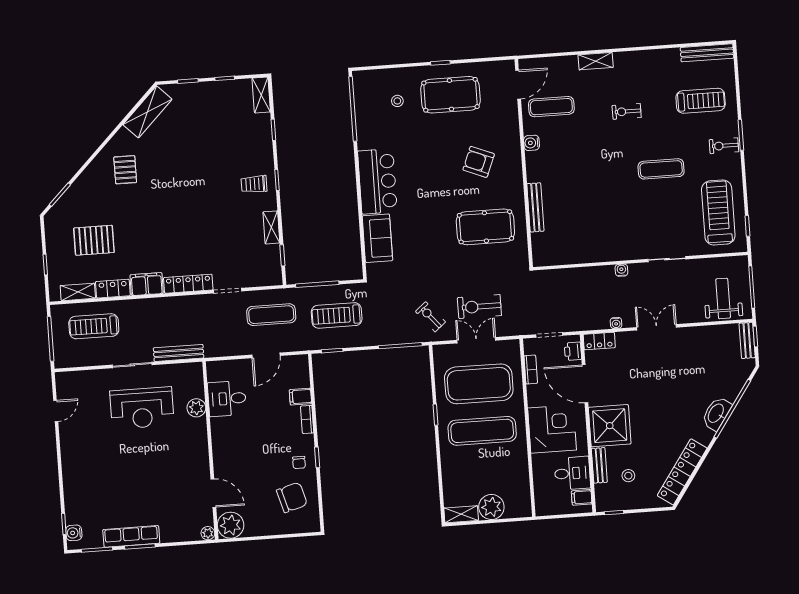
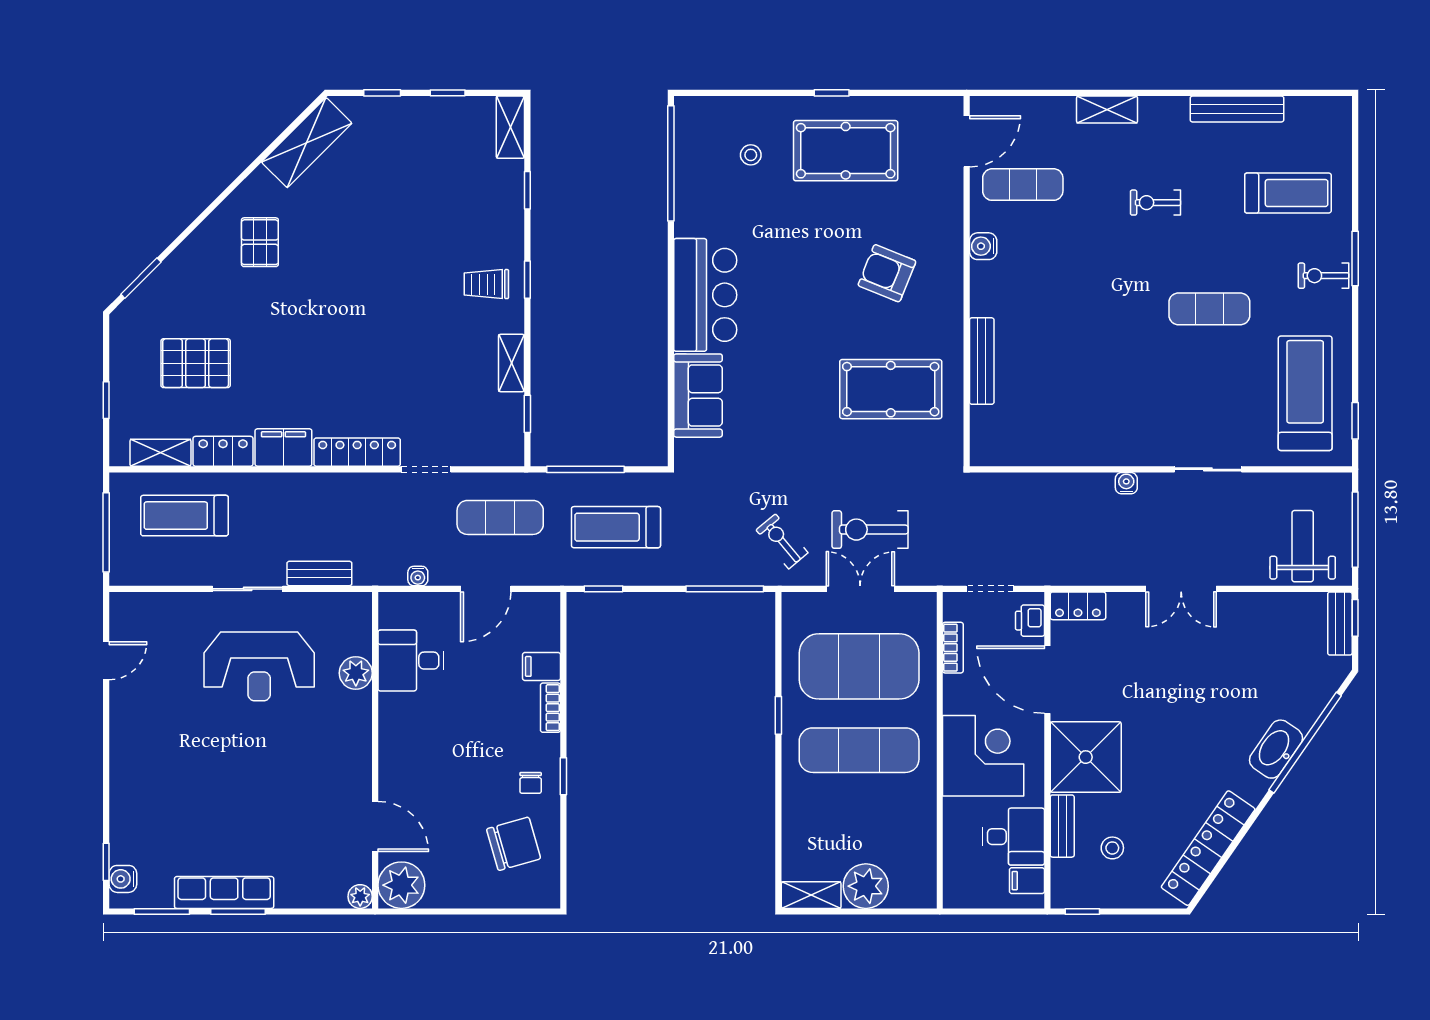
bench: (707, 53) -> (1237, 109), moved
water cooler: (616, 323) -> (418, 576), moved
double door: (657, 327) -> (1181, 589), swing flipped
bench: (179, 353) -> (319, 574), width x0.73

